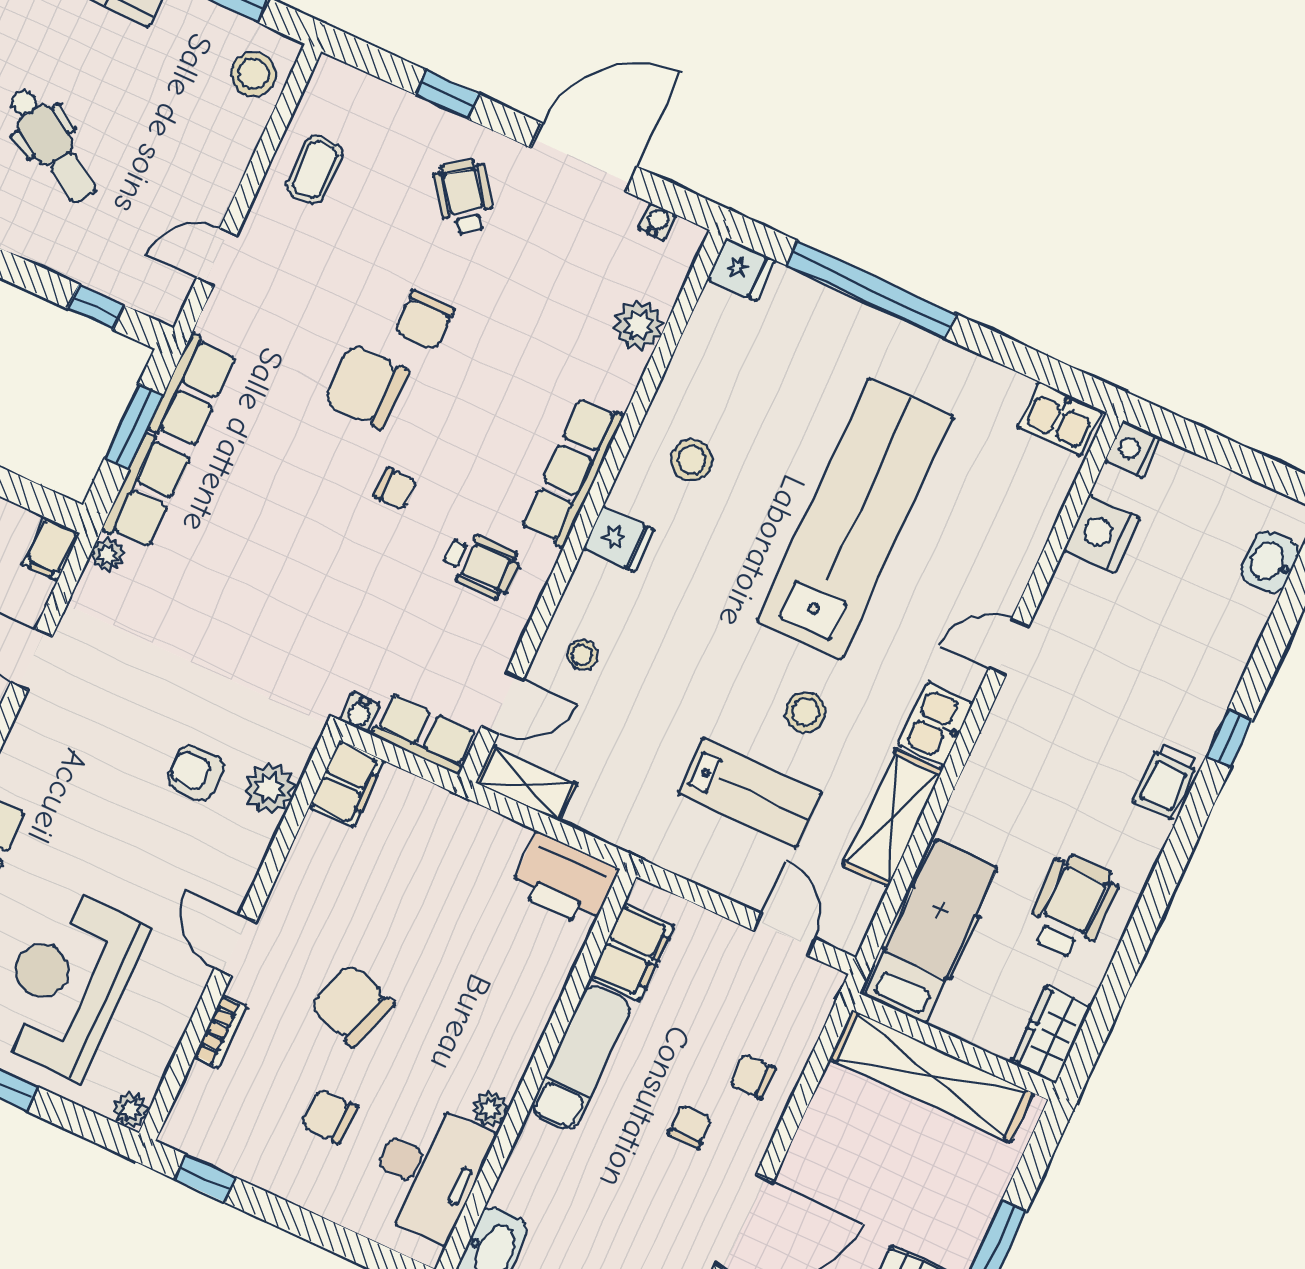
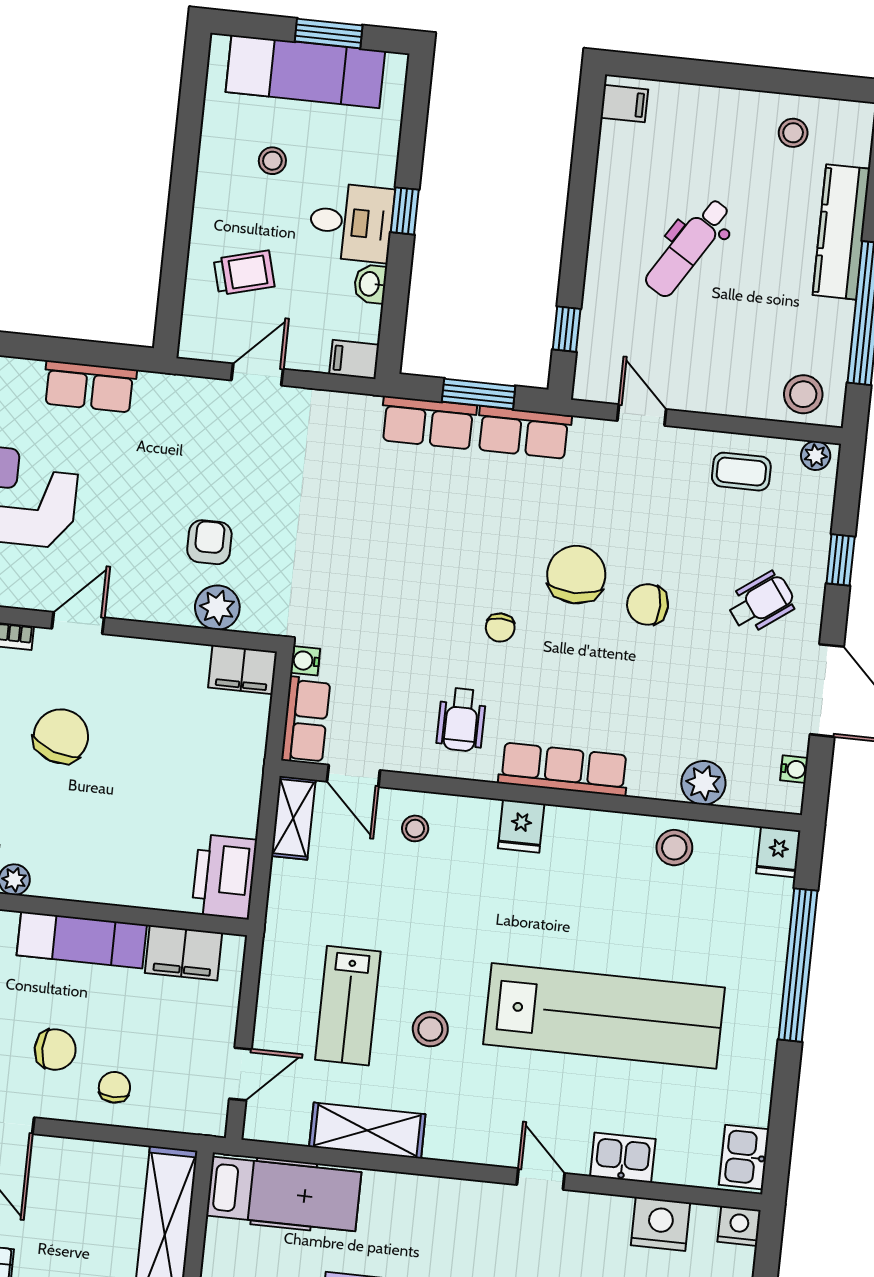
stool: (692, 460) -> (674, 848), moved
plant: (108, 555) -> (816, 456), moved
kitchen sink: (936, 724) -> (623, 1158), moved
chair: (690, 1127) -> (55, 1050), width x1.37, depth x1.37

